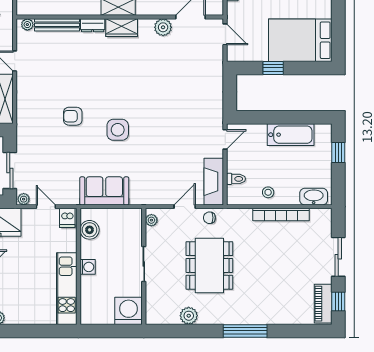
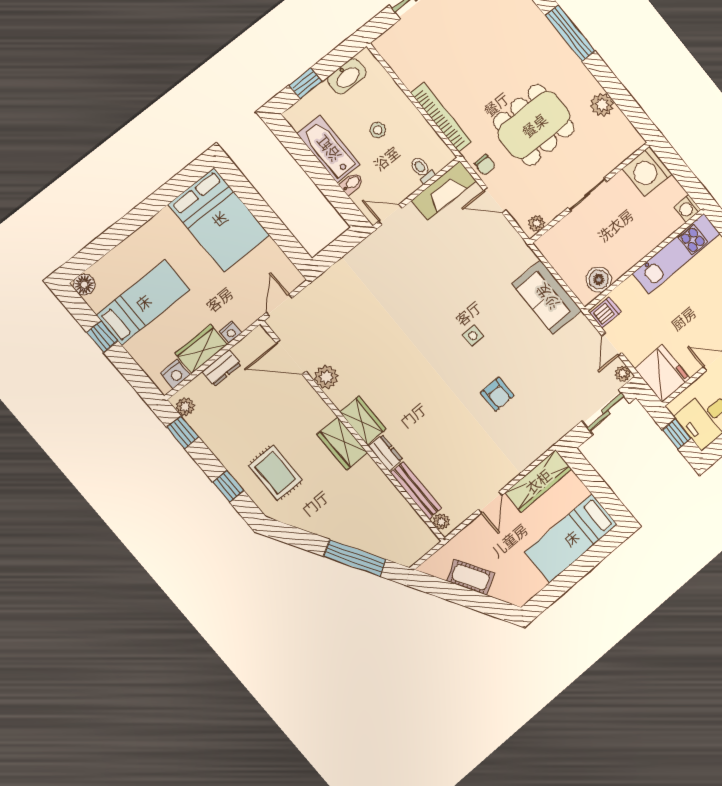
window: (273, 68) -> (273, 225), removed
side table: (118, 130) -> (473, 336), width x0.54, depth x0.54
bidet: (261, 132) -> (352, 183), added
stool: (268, 192) -> (378, 130), moved
washbasin: (314, 197) -> (347, 76), moved, turned -90
bookcase: (281, 215) -> (441, 117), moved
washing machine: (88, 267) -> (687, 208), moved, turned -90

